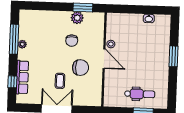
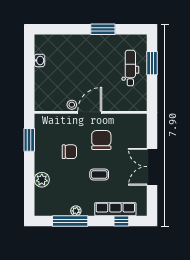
plant: (77, 18) -> (42, 180), moved
window: (173, 56) -> (103, 29), moved
coffee table: (60, 81) -> (99, 175), moved

